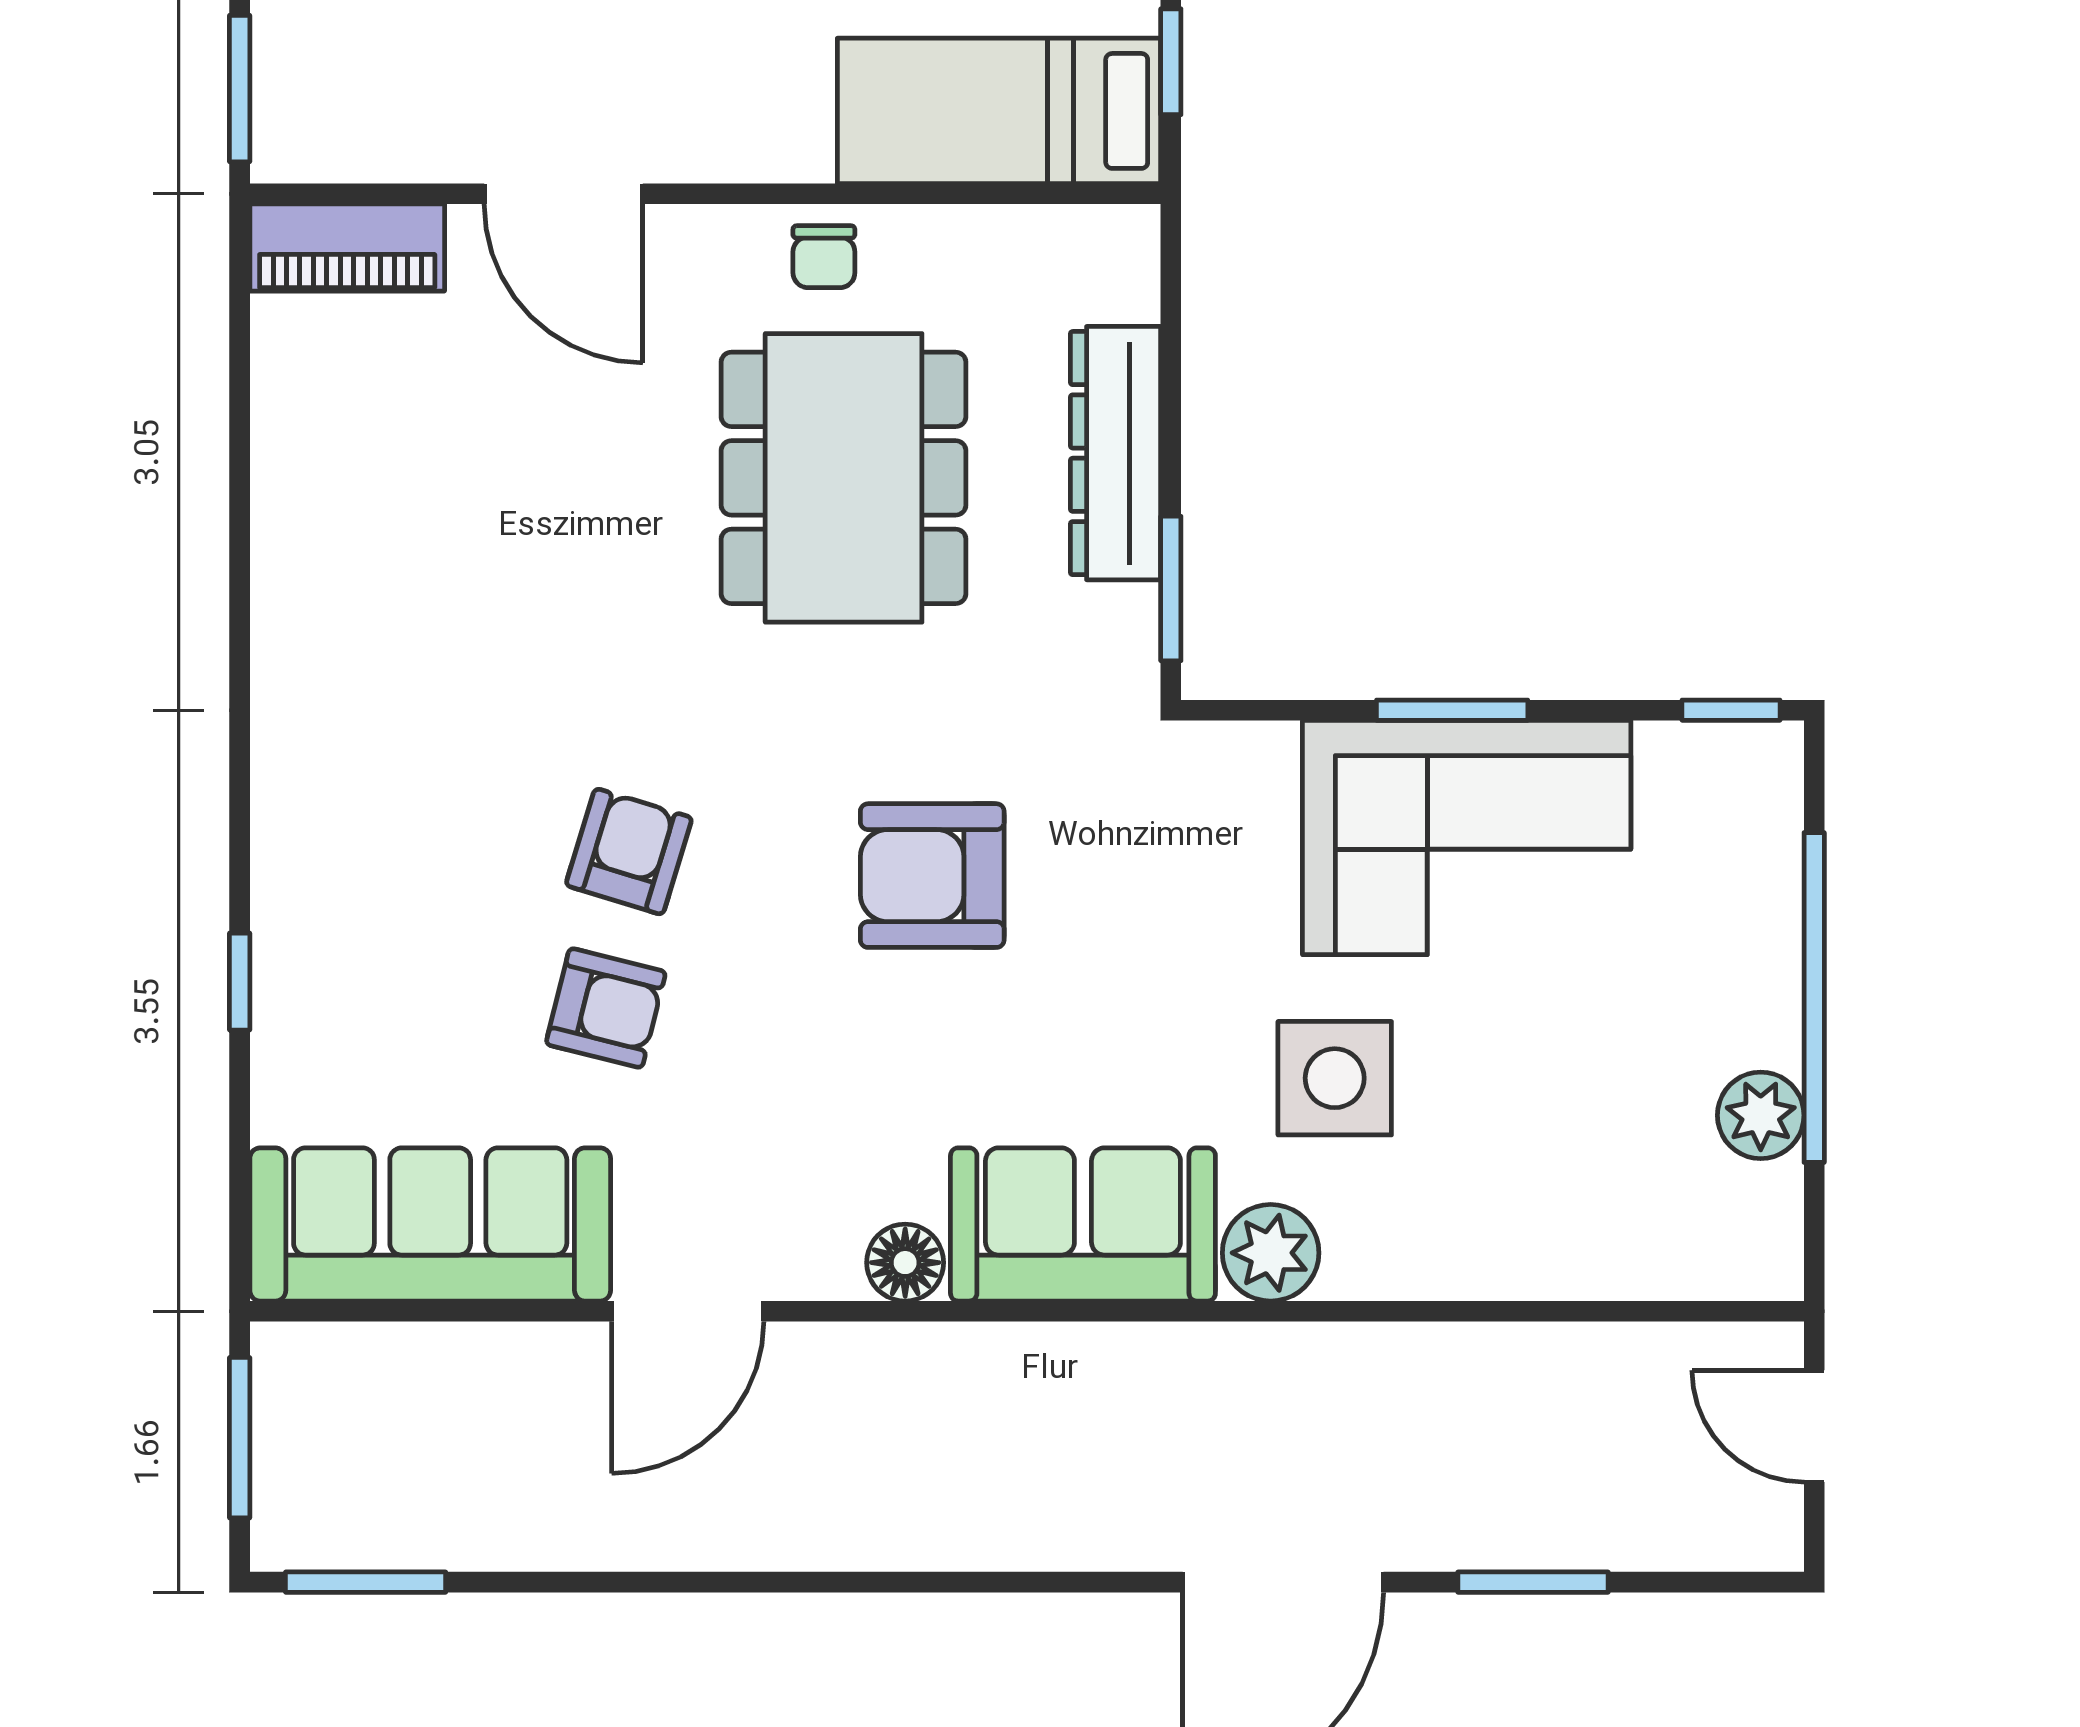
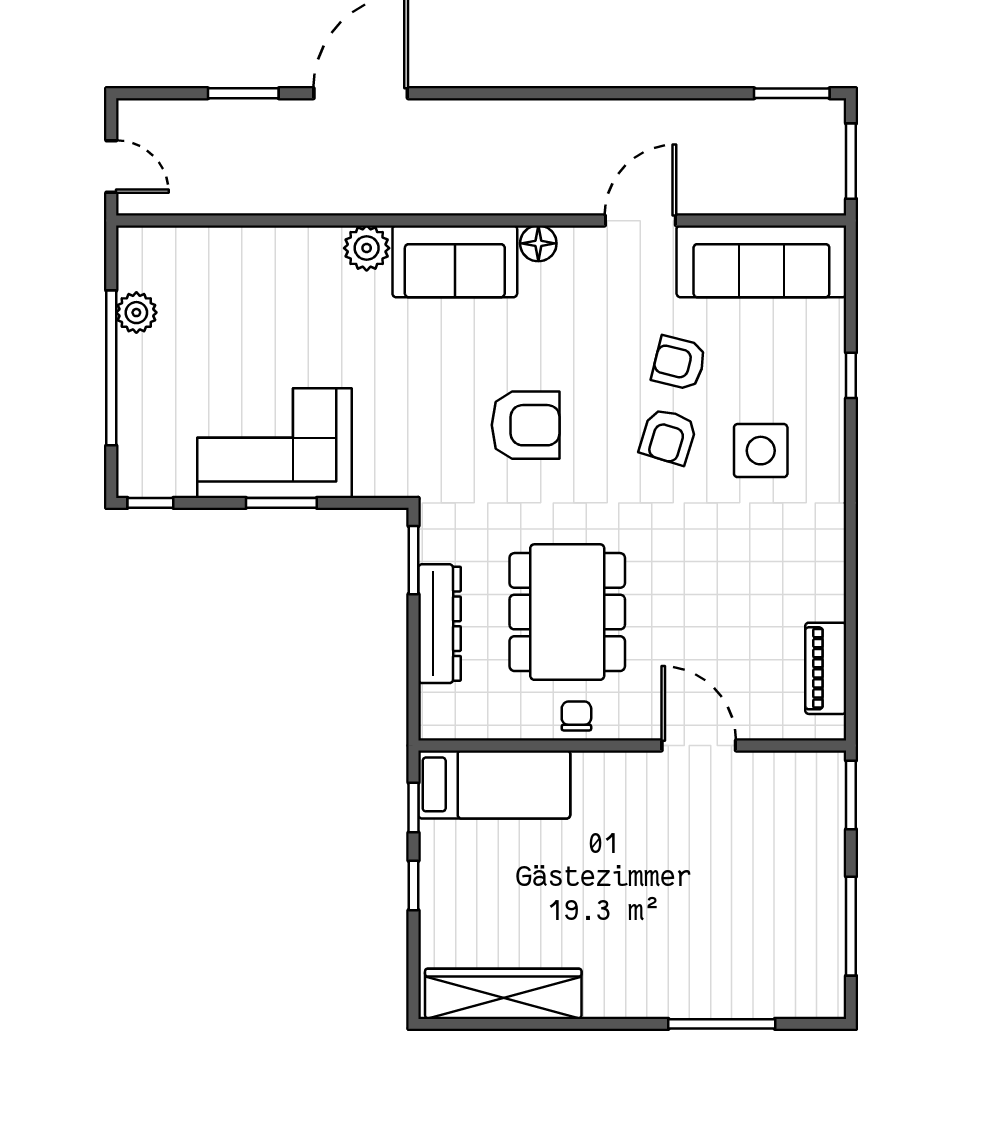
piano: (347, 248) -> (826, 668), moved, turned -90
side table: (1335, 1078) -> (761, 451), moved

